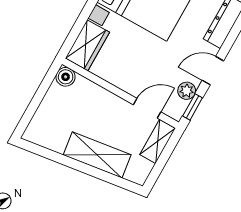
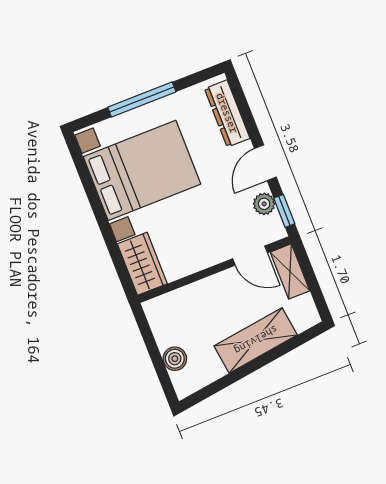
boiler: (66, 77) -> (175, 359), moved
door: (147, 108) -> (250, 256), swing flipped

